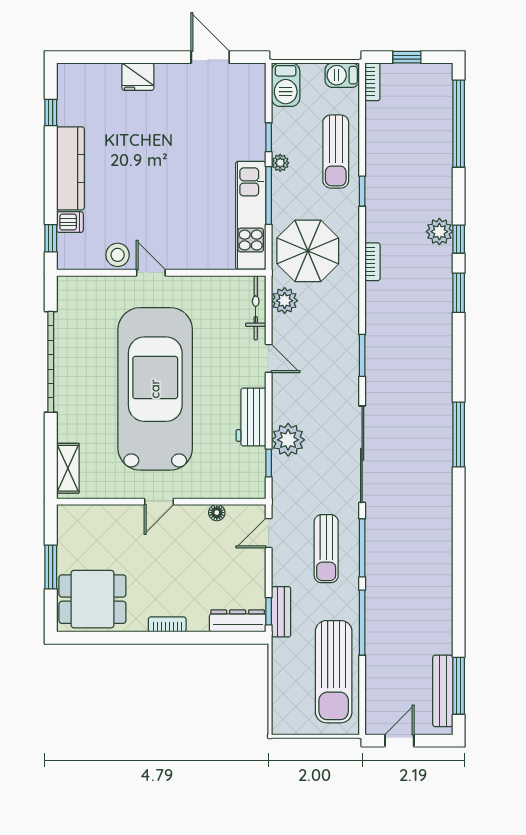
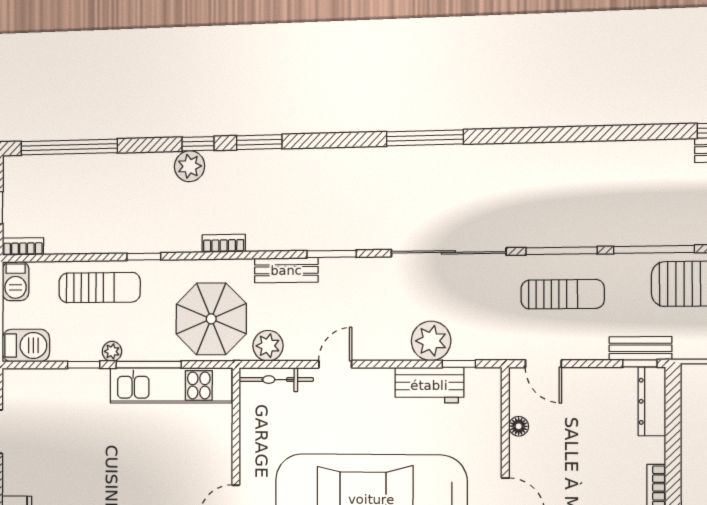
bench: (349, 316) -> (286, 270), added
workbench: (251, 417) -> (429, 385), moved

